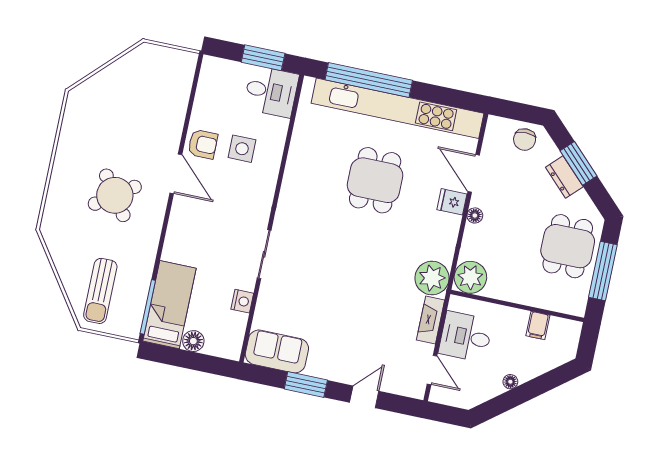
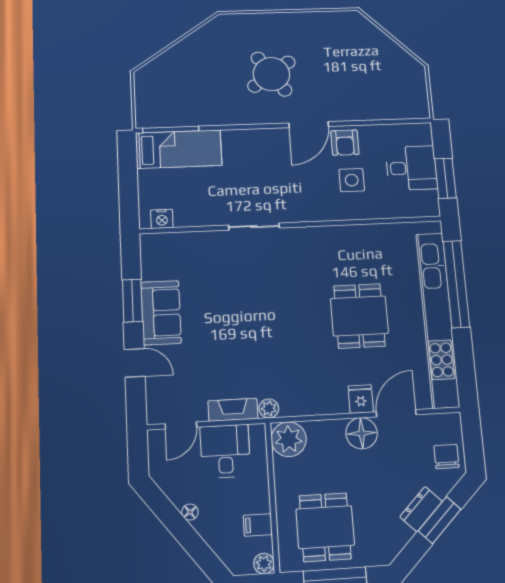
desk: (271, 91) -> (411, 168), moved, turned -90
chair: (525, 140) -> (446, 457), turned 90
dining table: (375, 180) -> (359, 316), turned 90
floor lamp: (475, 215) -> (362, 433), width x1.89, depth x1.89
dining table: (568, 246) -> (325, 527), moved, turned 90
plant: (432, 278) -> (269, 408), width x0.53, depth x0.53
sun lounger: (100, 291) -> (175, 82), removed
nightstand: (242, 301) -> (162, 219), moved
plant: (572, 329) -> (264, 564), added
floor lamp: (193, 341) -> (148, 180), removed
sofa: (277, 351) -> (161, 313), moved

